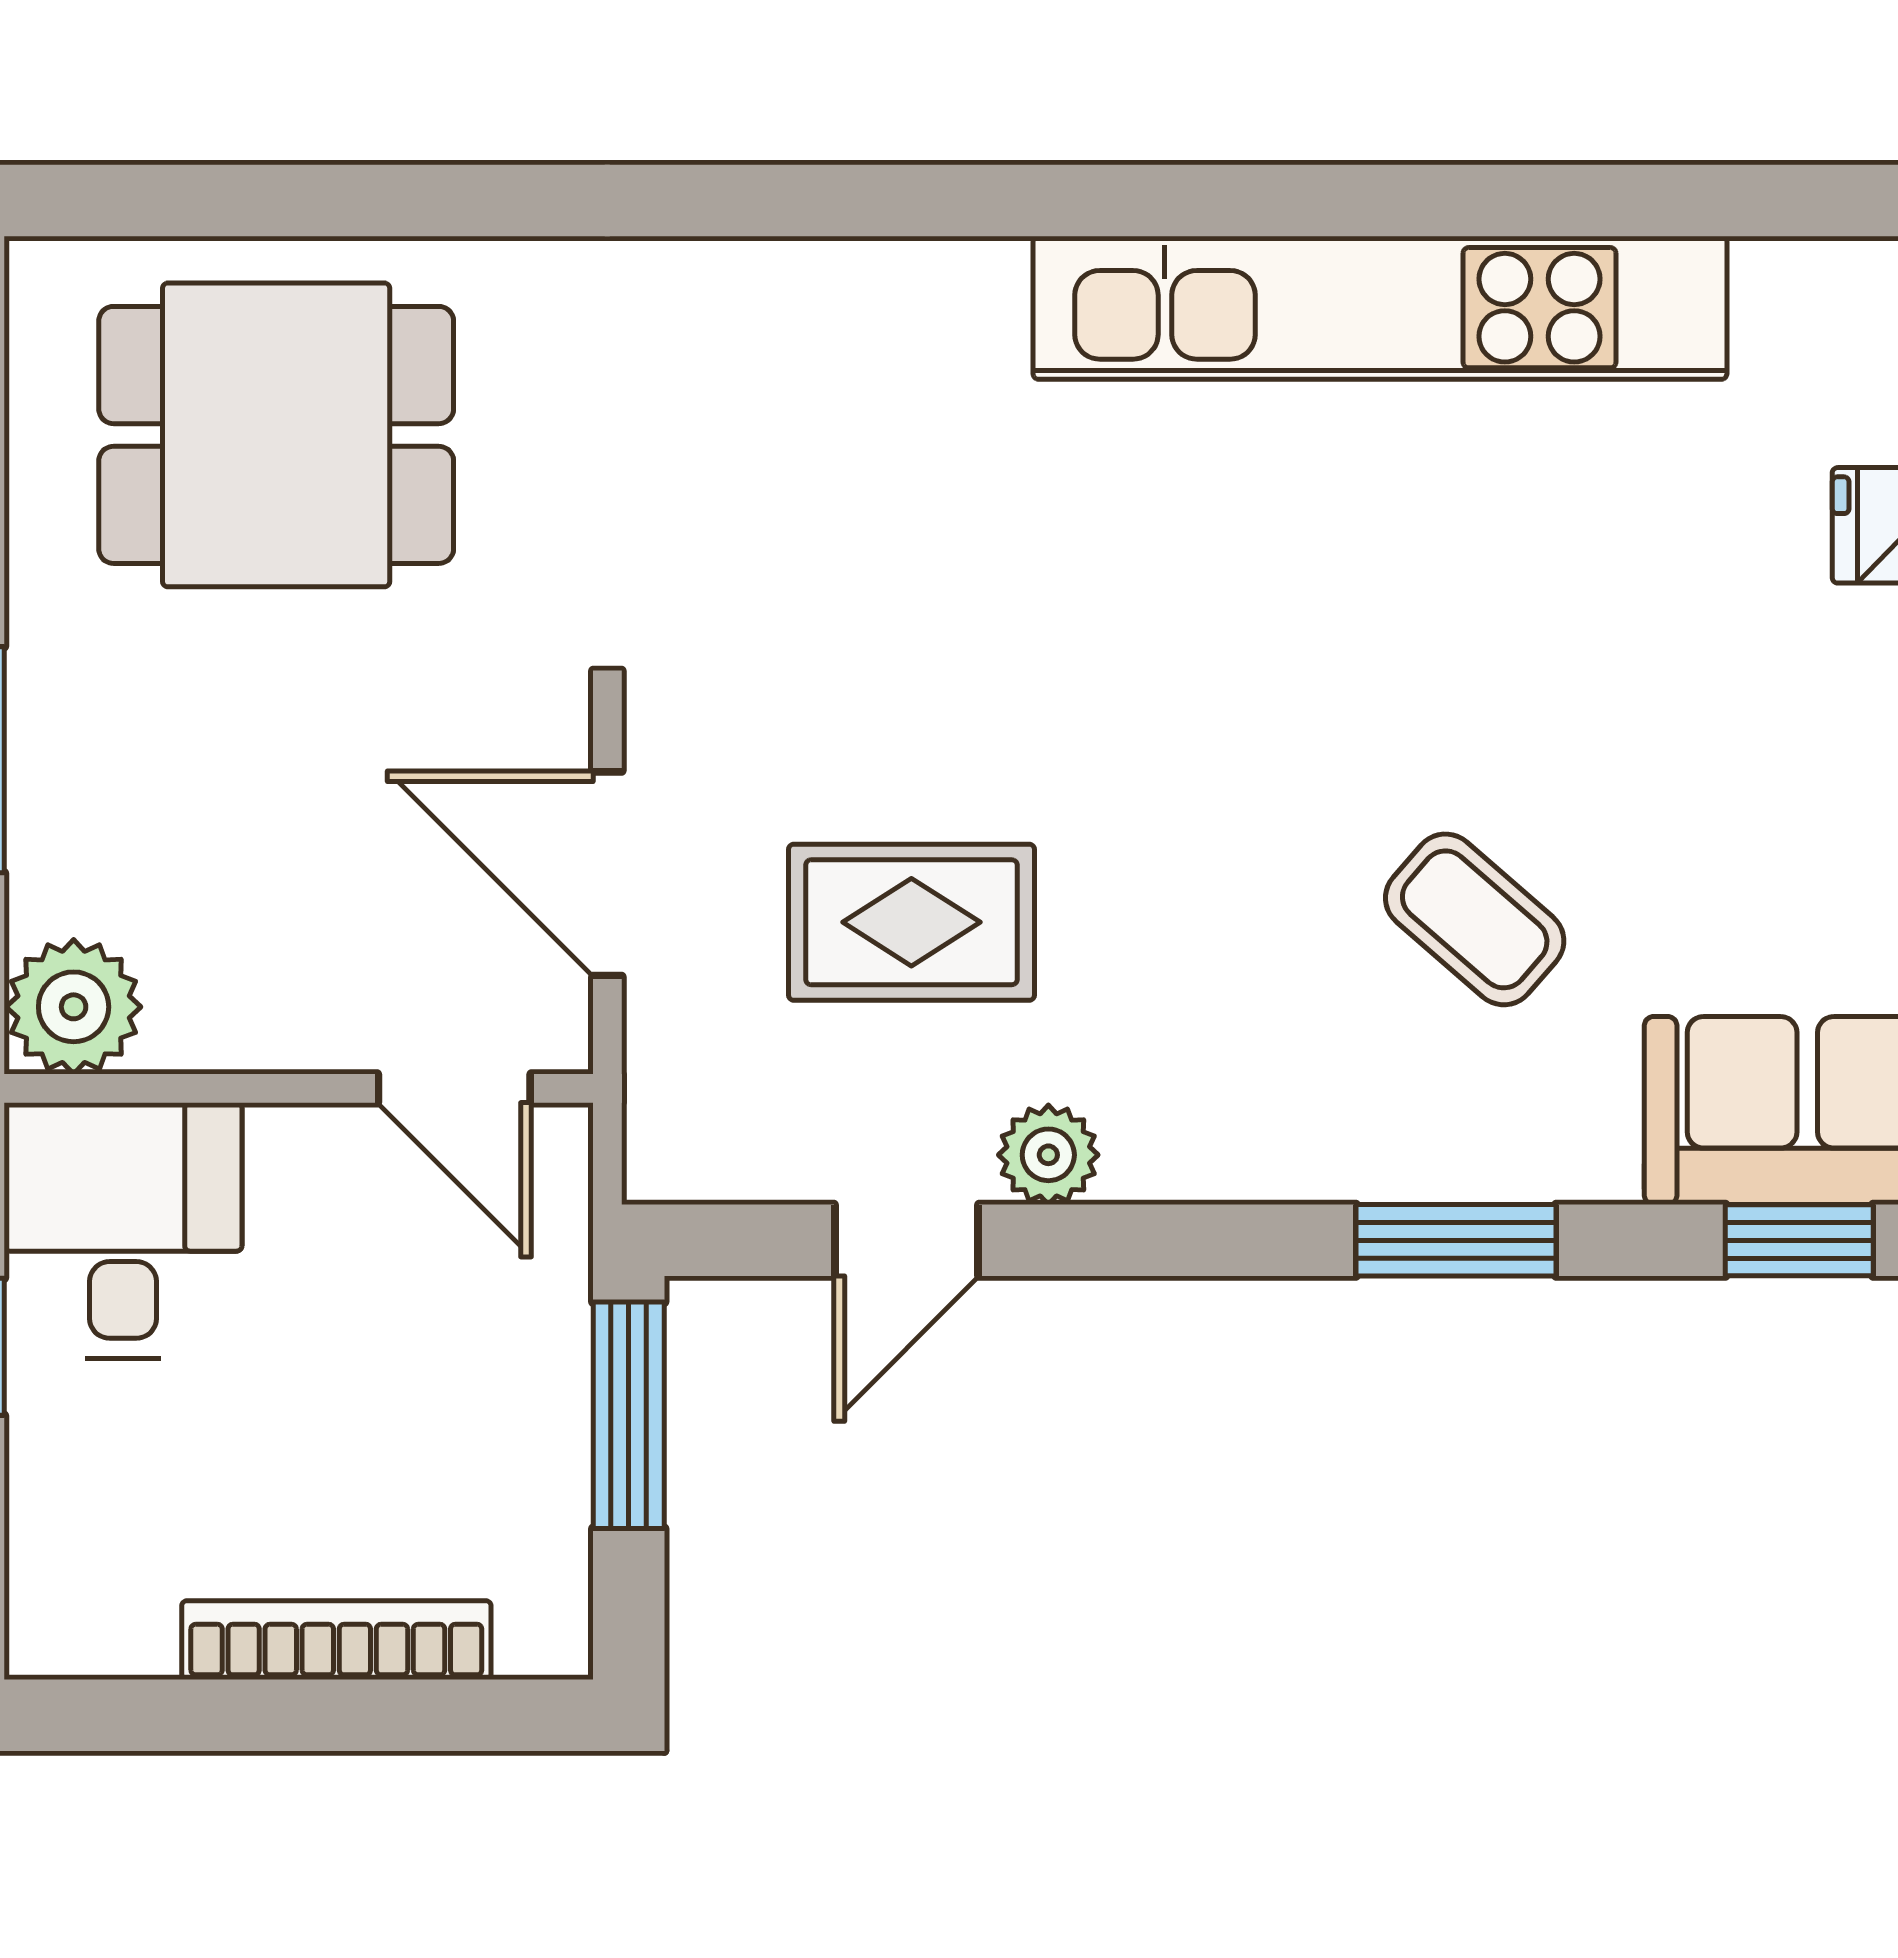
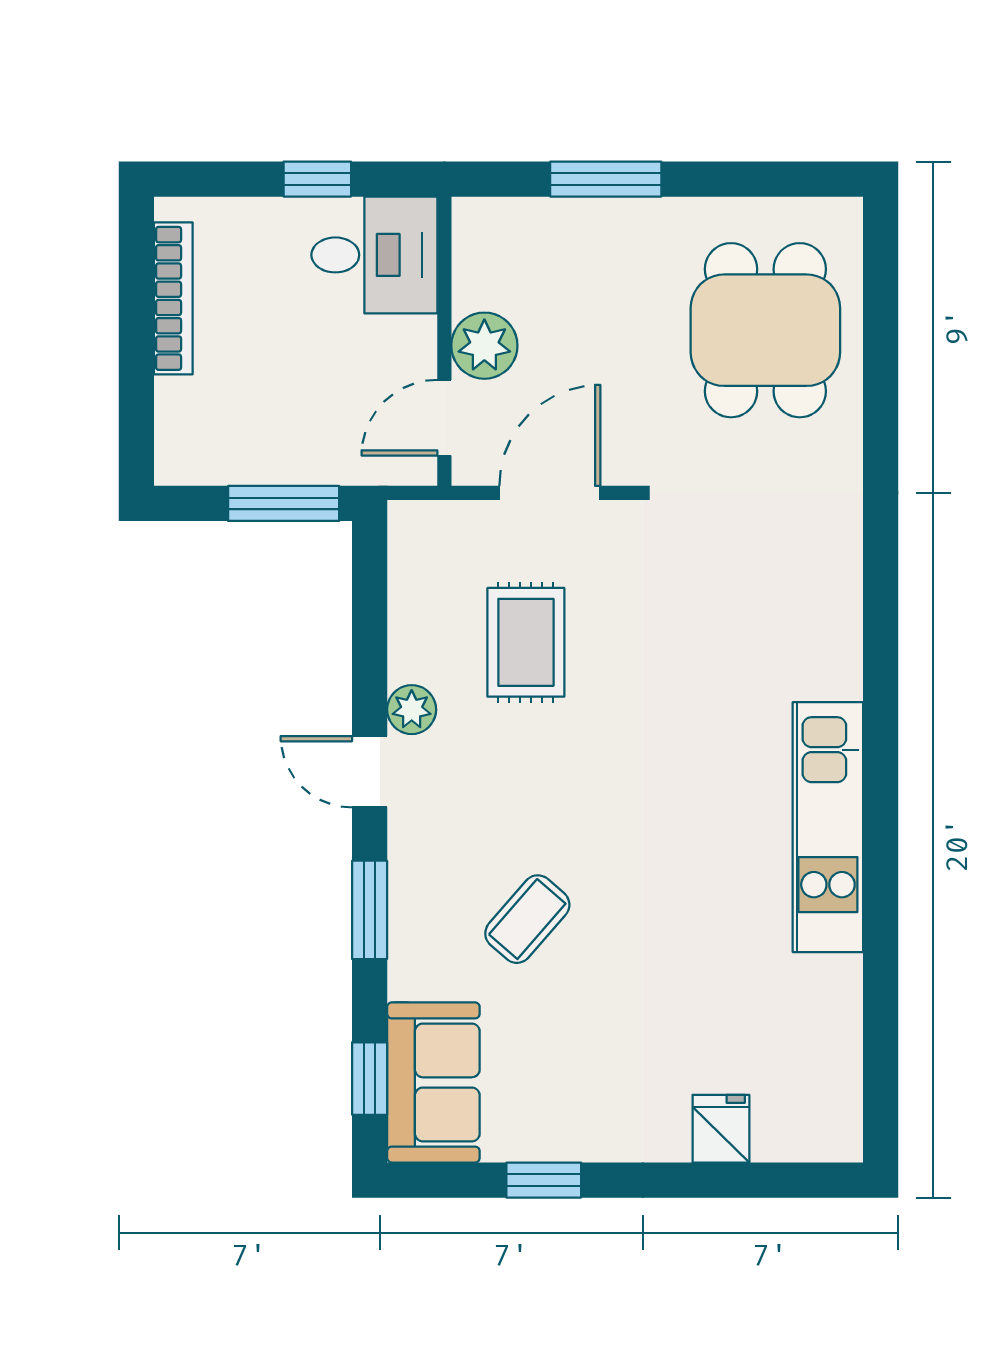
kitchen unit: (1380, 308) -> (828, 827), width x0.73
plant: (74, 1007) -> (484, 346), moved
door: (906, 1240) -> (370, 772), moved
bookcase: (336, 1640) -> (173, 298), moved

